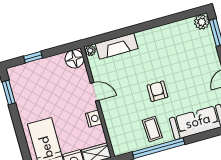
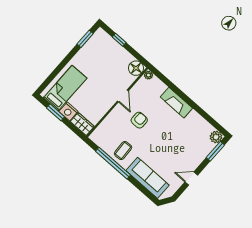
fireplace: (117, 46) -> (176, 103), moved
armchair: (157, 91) -> (139, 120), moved
nightstand: (94, 119) -> (105, 107), removed

